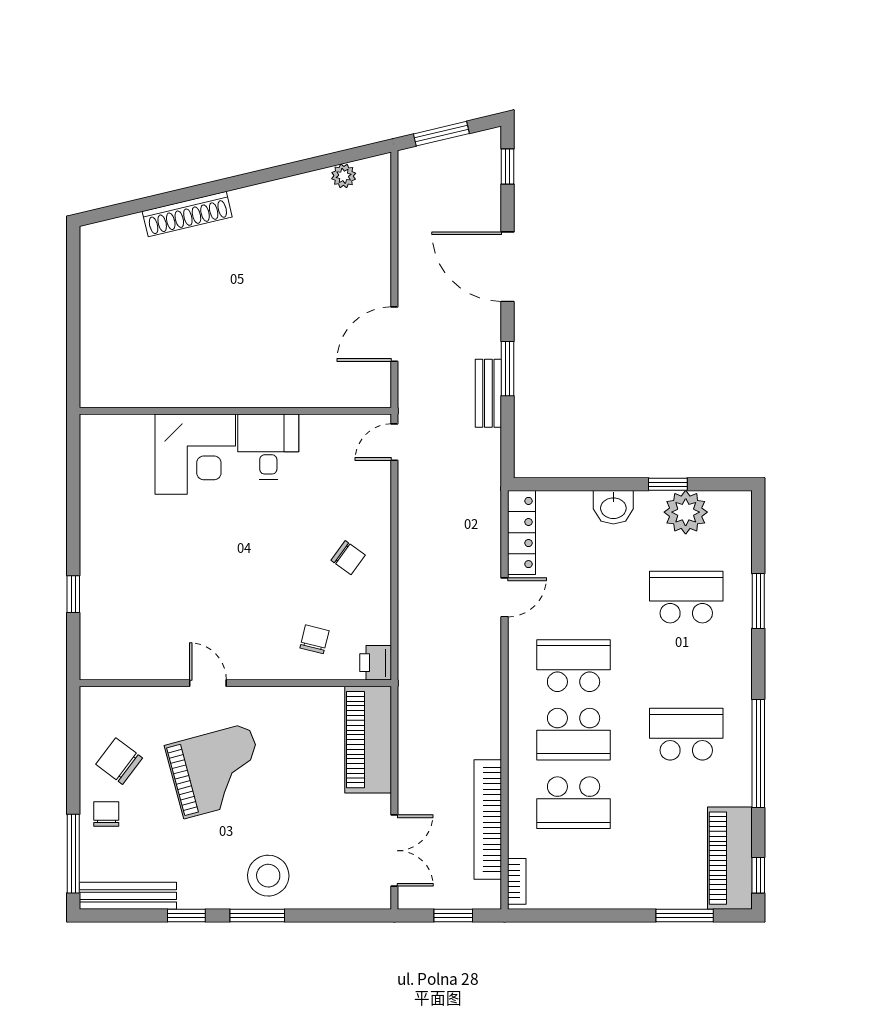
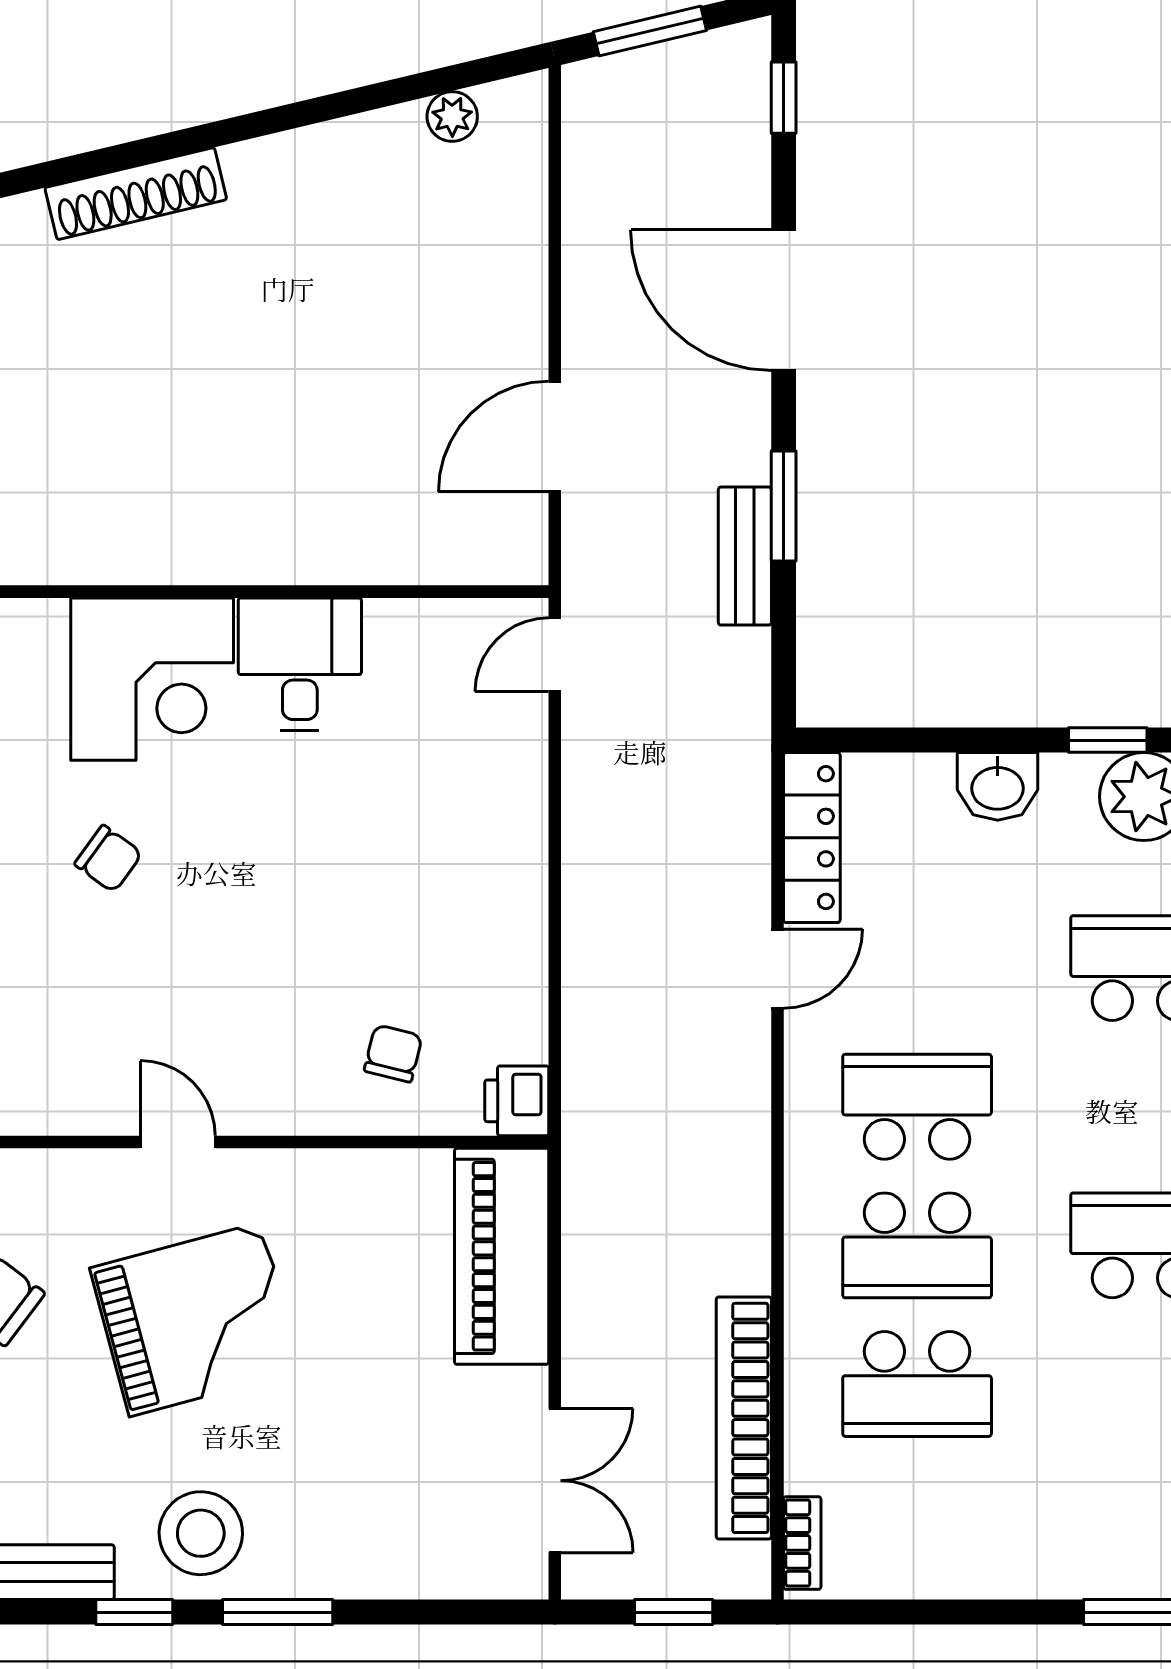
chair: (348, 558) -> (108, 859), moved
stool: (268, 876) -> (201, 1533), moved

